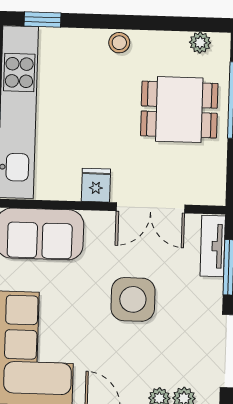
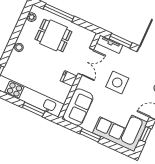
dining table: (179, 110) -> (53, 35), turned 90

